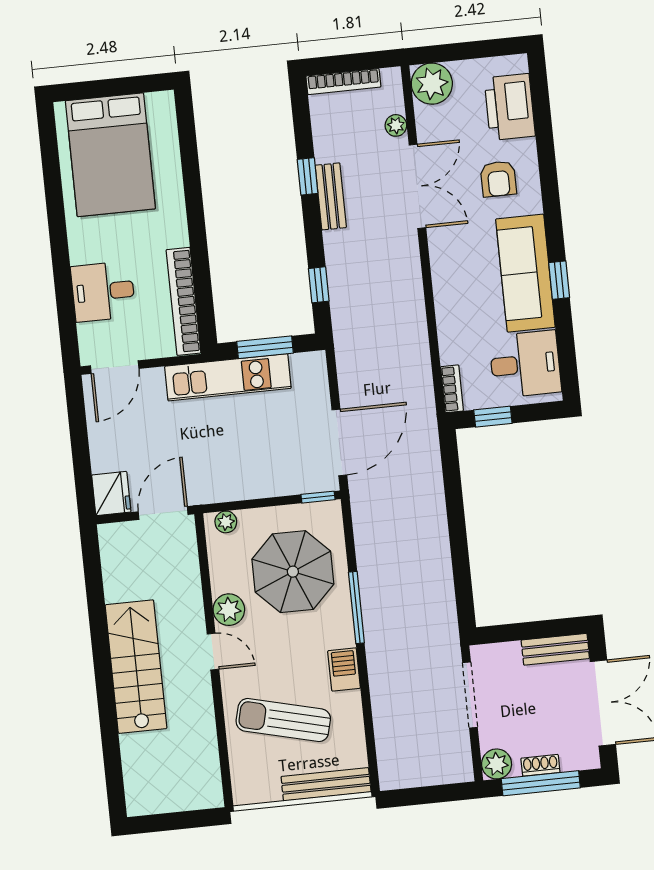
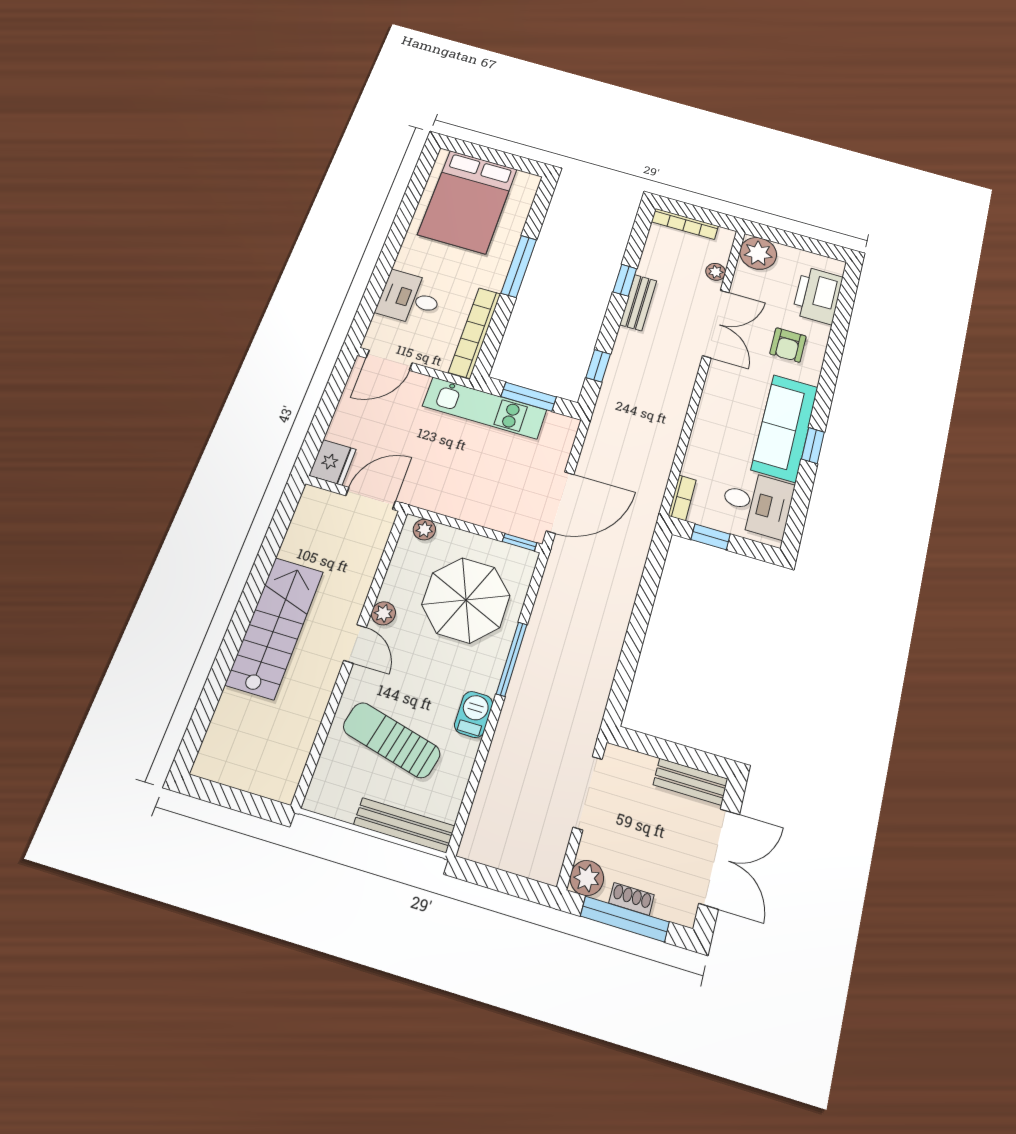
window: (195, 208) -> (519, 266), added
plant: (229, 610) -> (383, 613), width x0.73, depth x0.73

